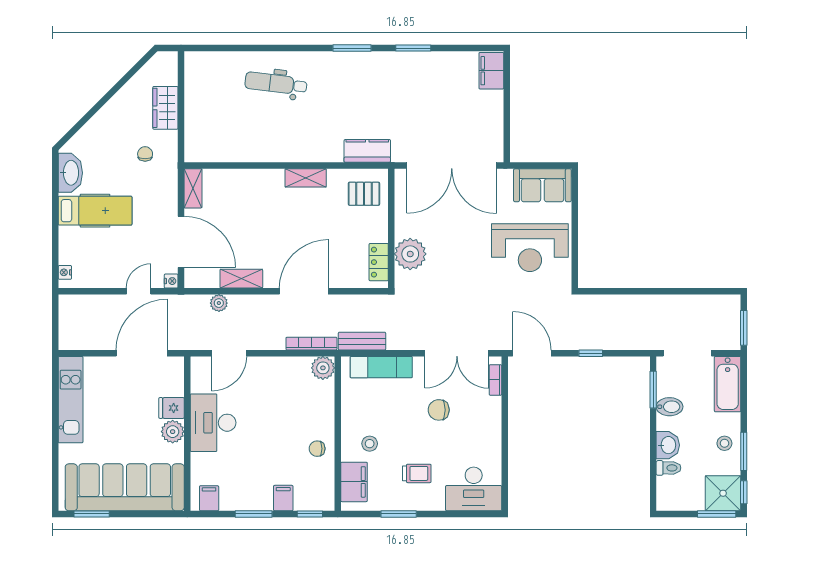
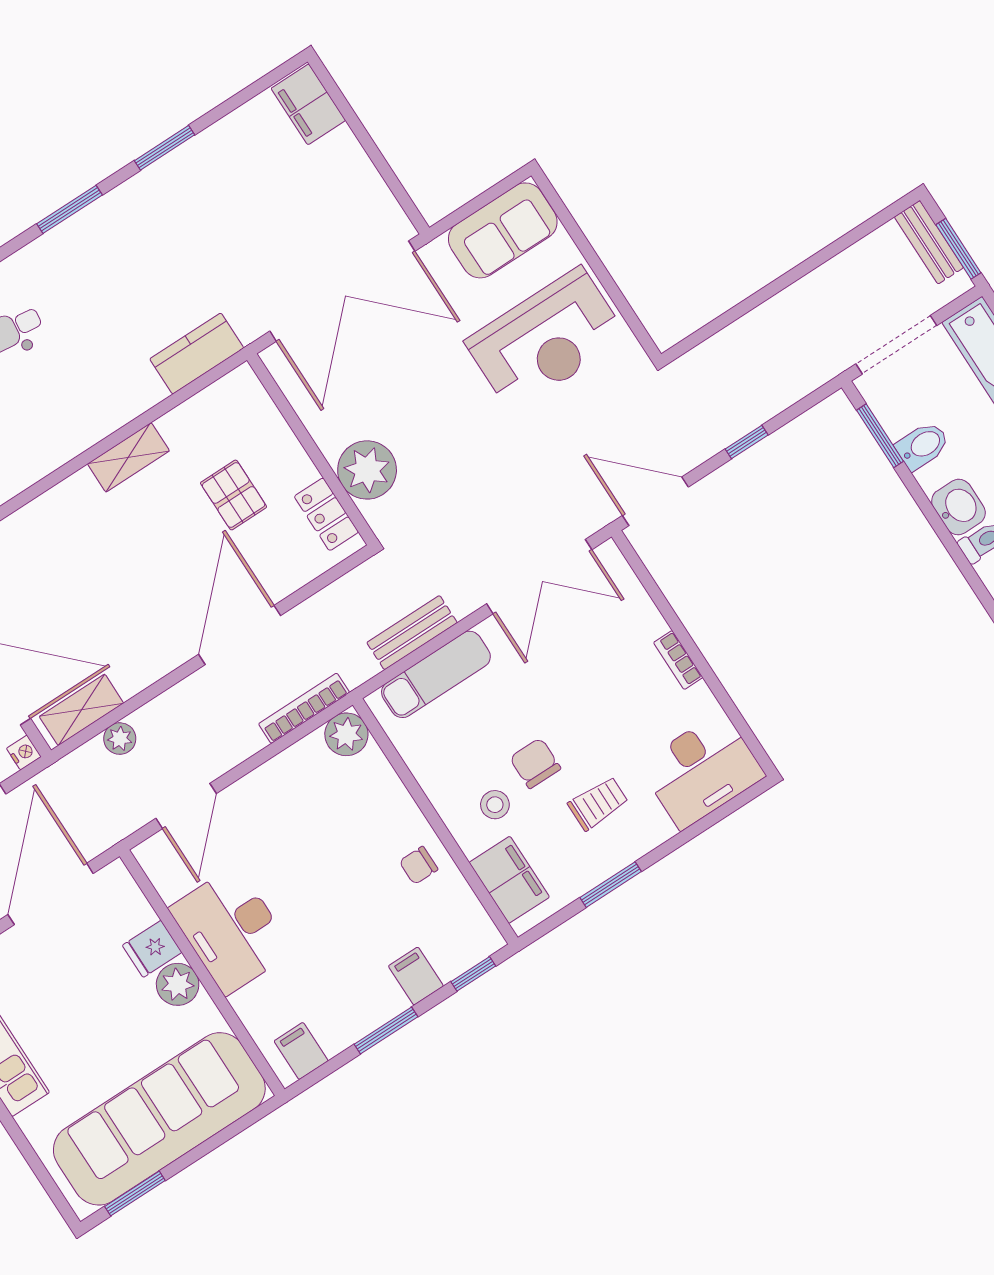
pallet: (364, 194) -> (234, 495), moved, turned 90
shelving: (241, 279) -> (81, 710), moved
bench: (732, 316) -> (929, 242), added
bench: (362, 341) -> (412, 633), moved
bookcase: (495, 380) -> (678, 660), moved
chair: (439, 410) -> (535, 763), moved, turned 90

